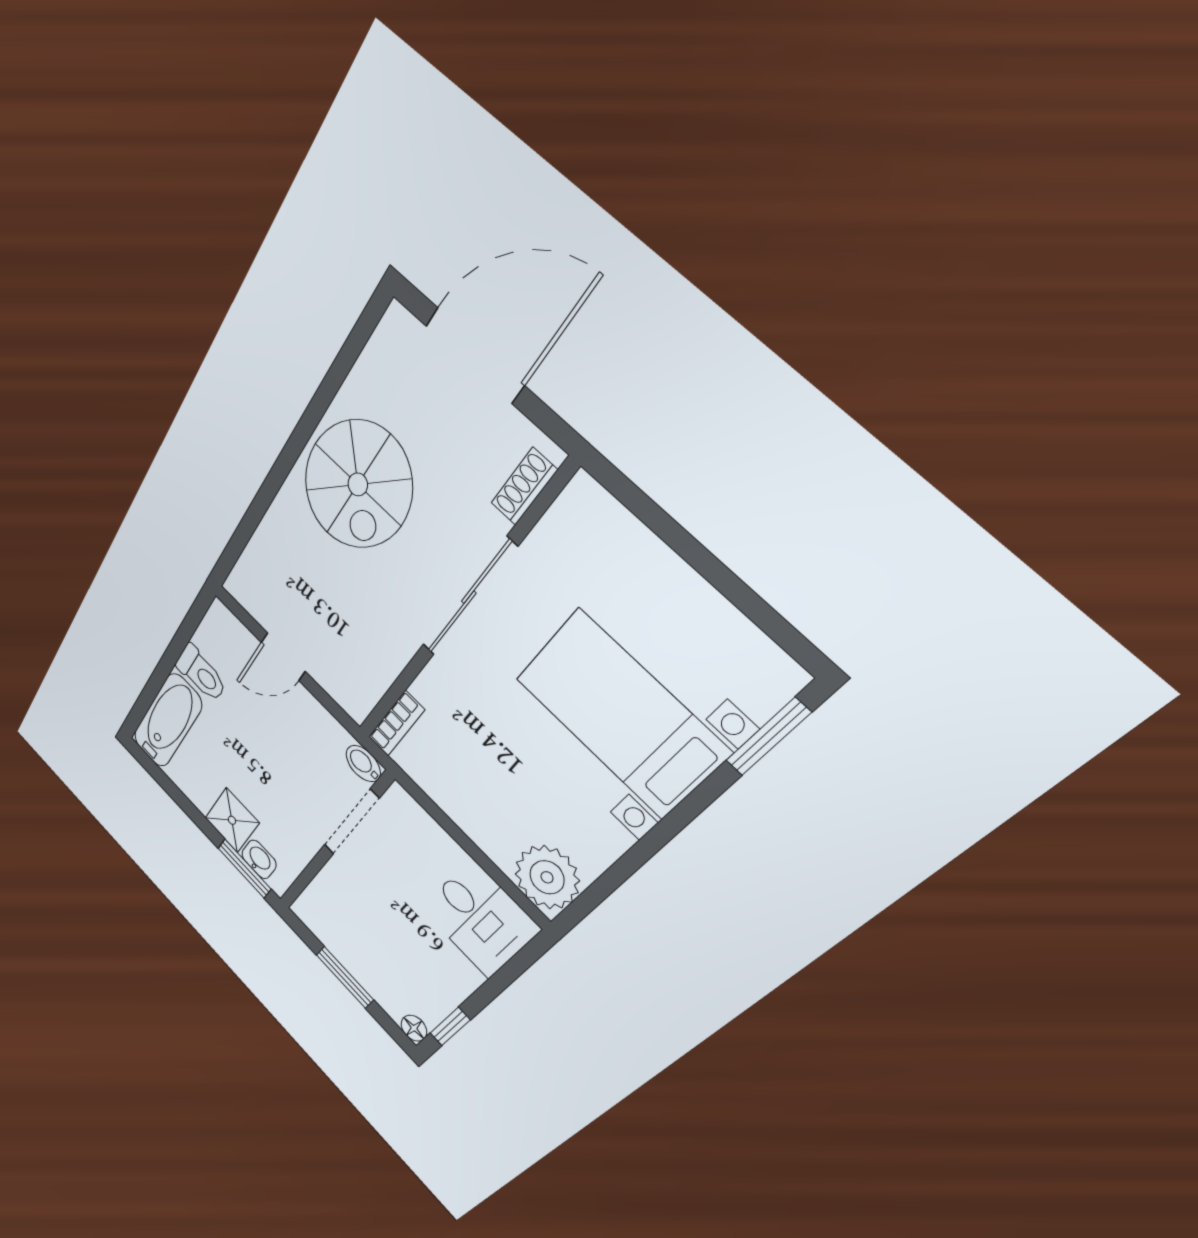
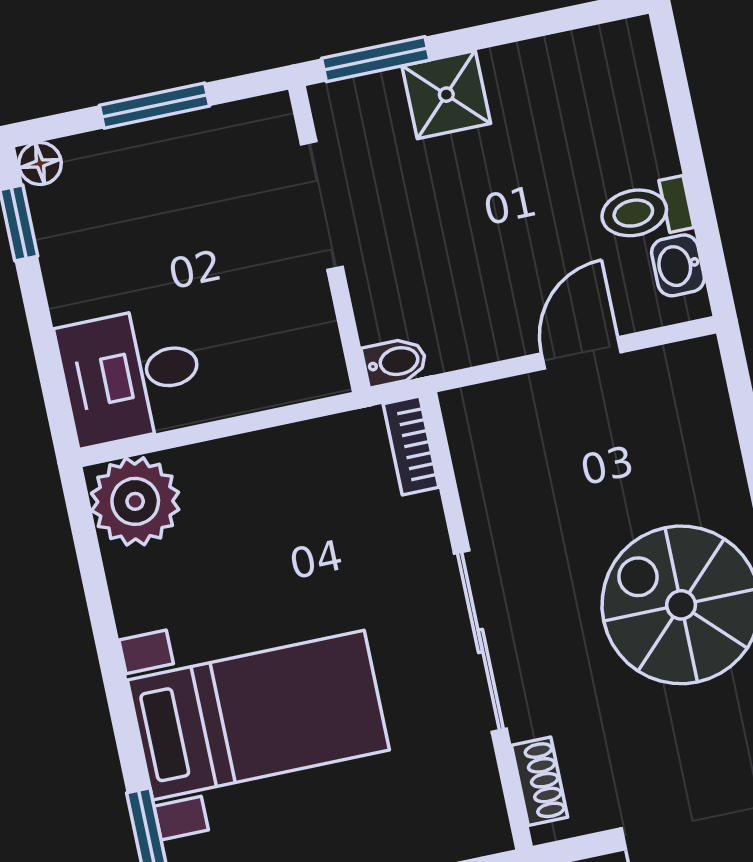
bathtub: (168, 721) -> (628, 100), removed
doorway: (351, 822) -> (322, 206), moved
washbasin: (259, 859) -> (678, 265), moved, turned 90

